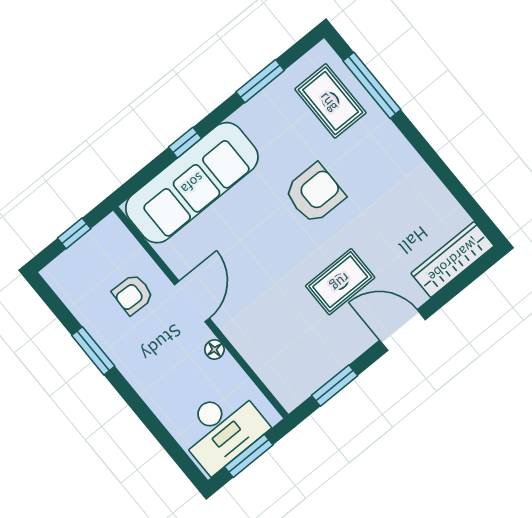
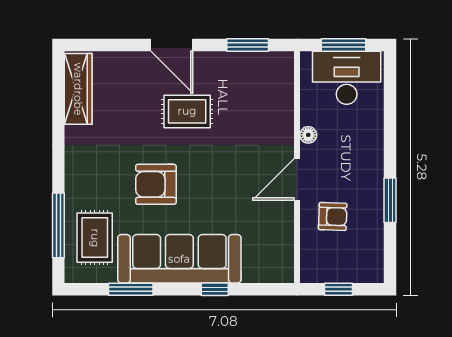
sofa: (192, 183) -> (179, 259), moved
wardrobe: (452, 260) -> (78, 89), moved, turned -90

